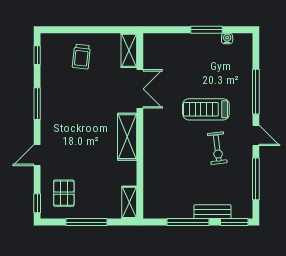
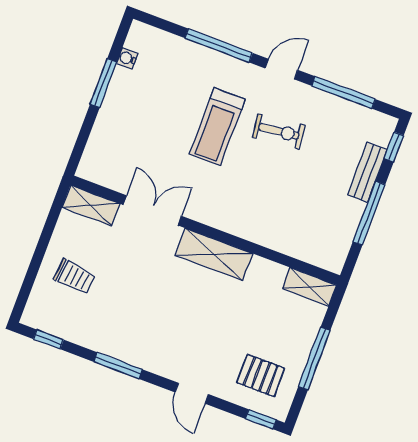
window: (234, 222) -> (394, 147), width x0.67

